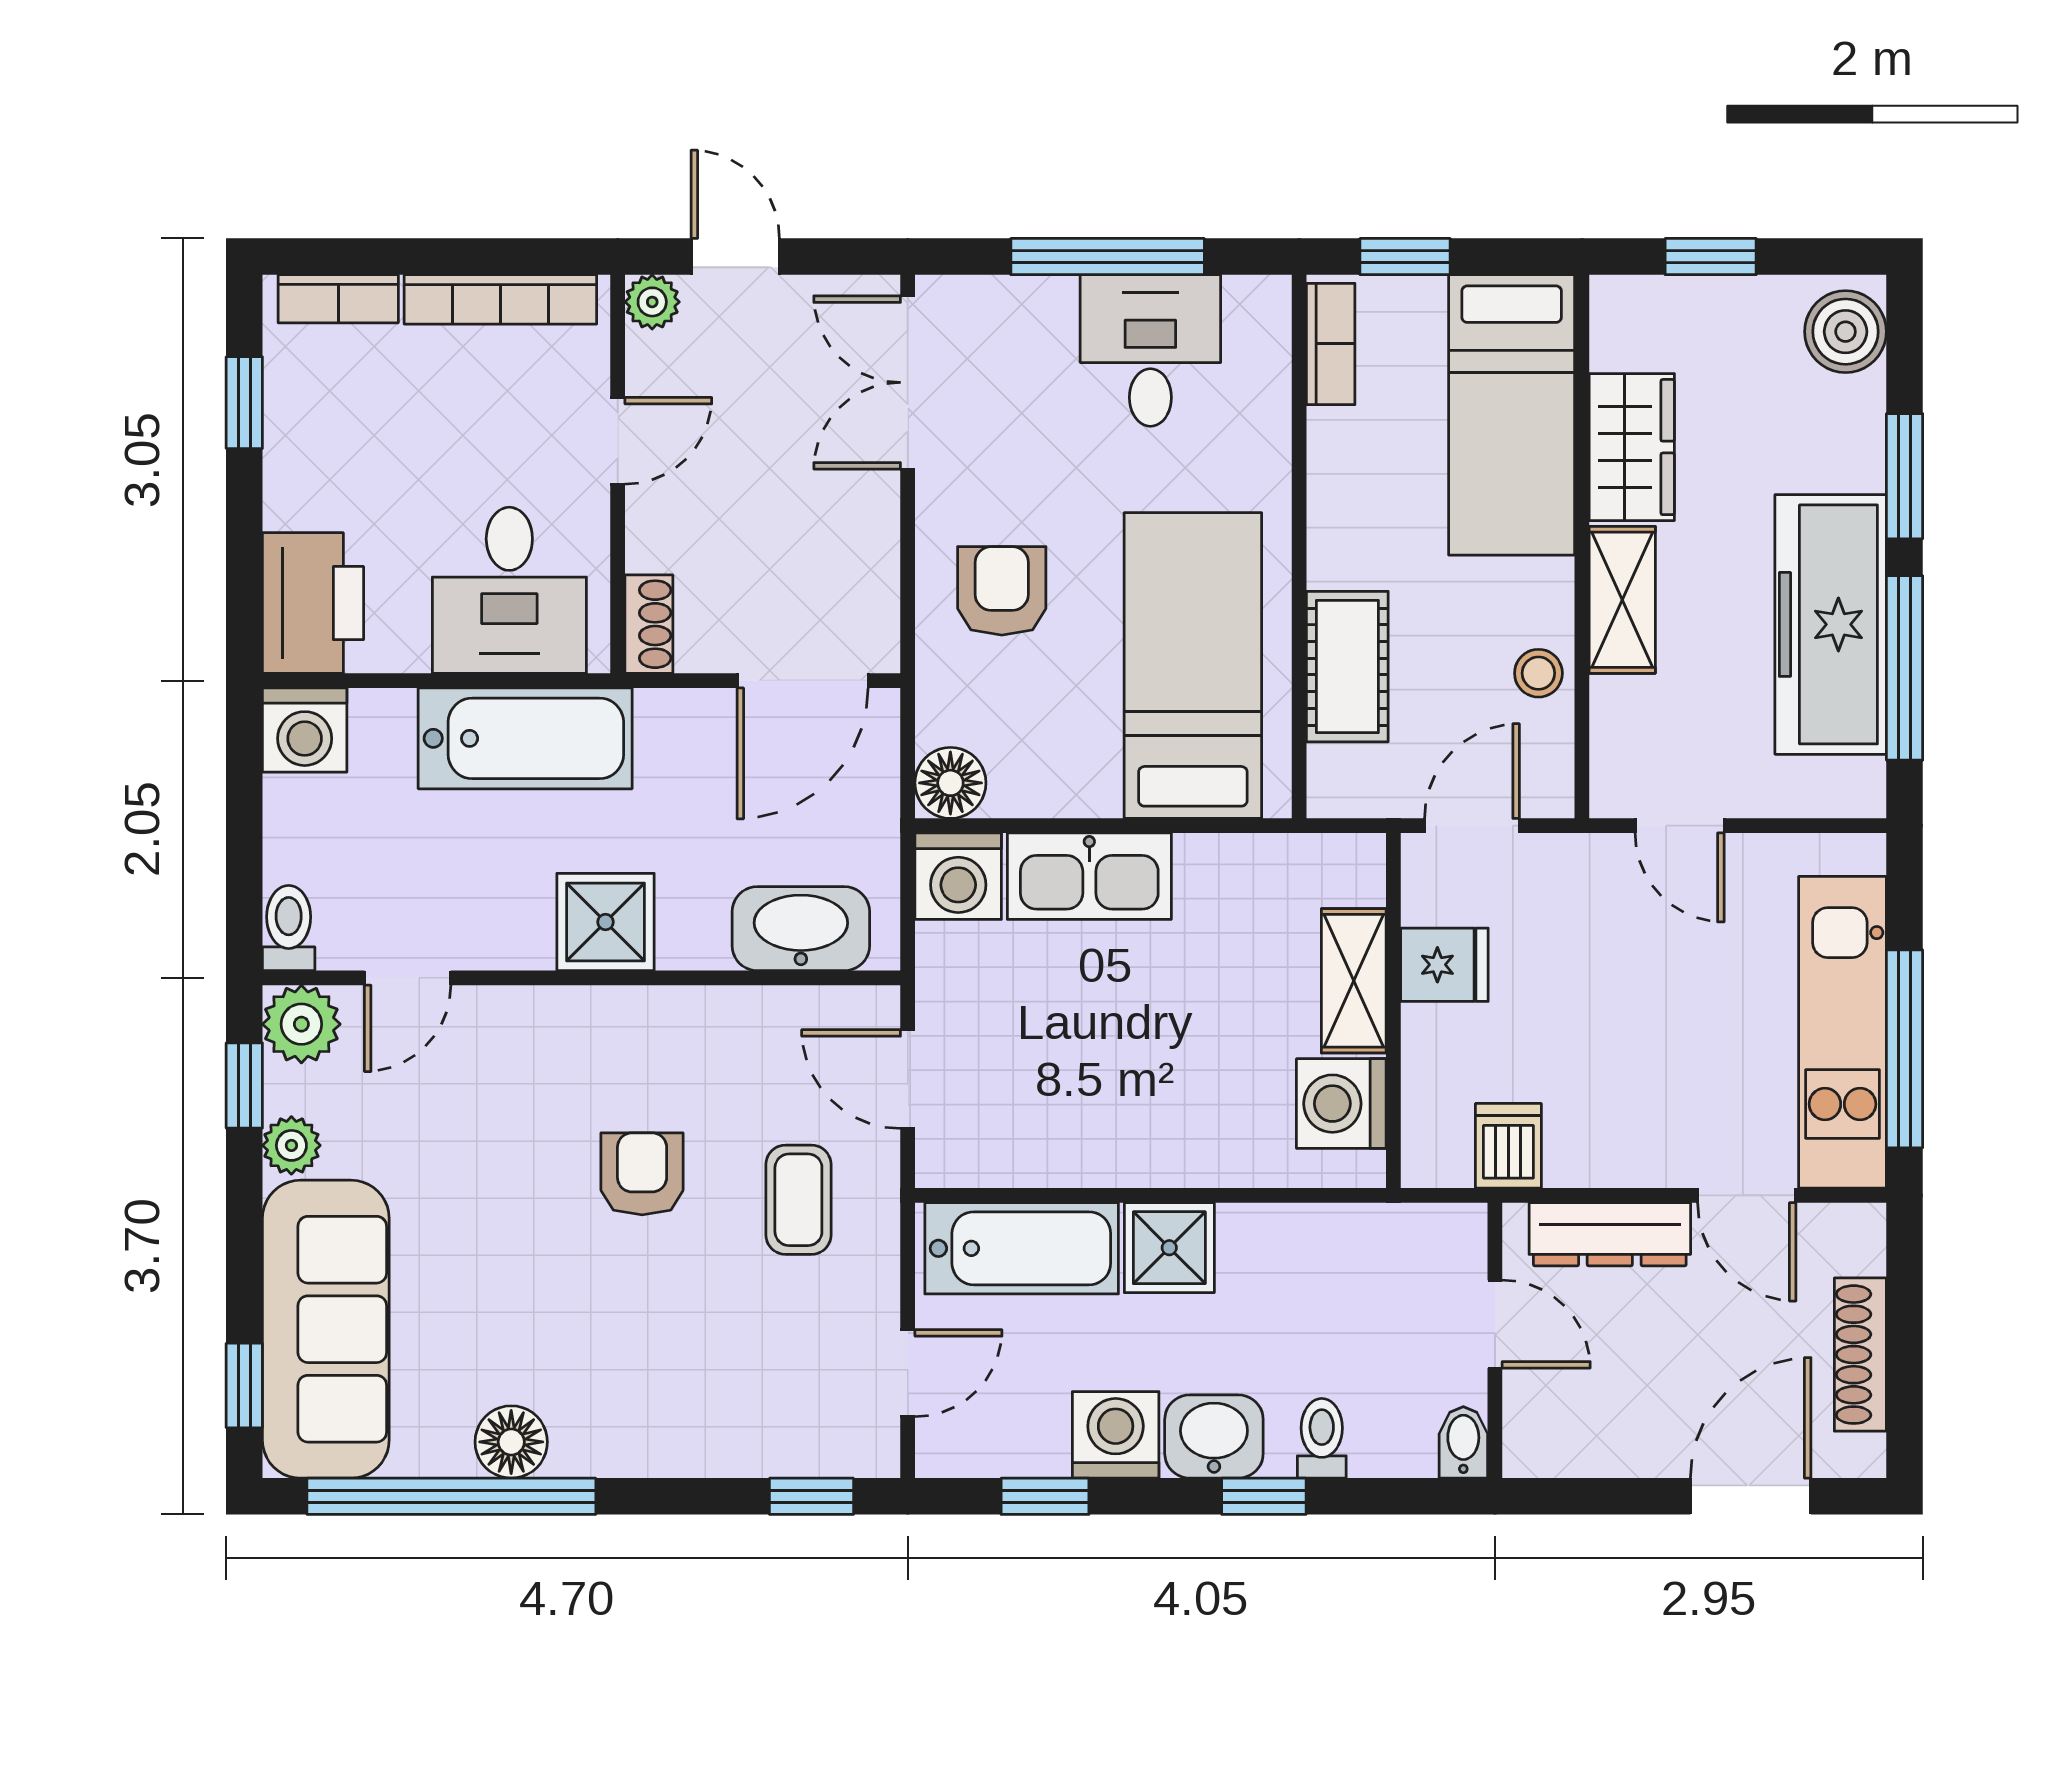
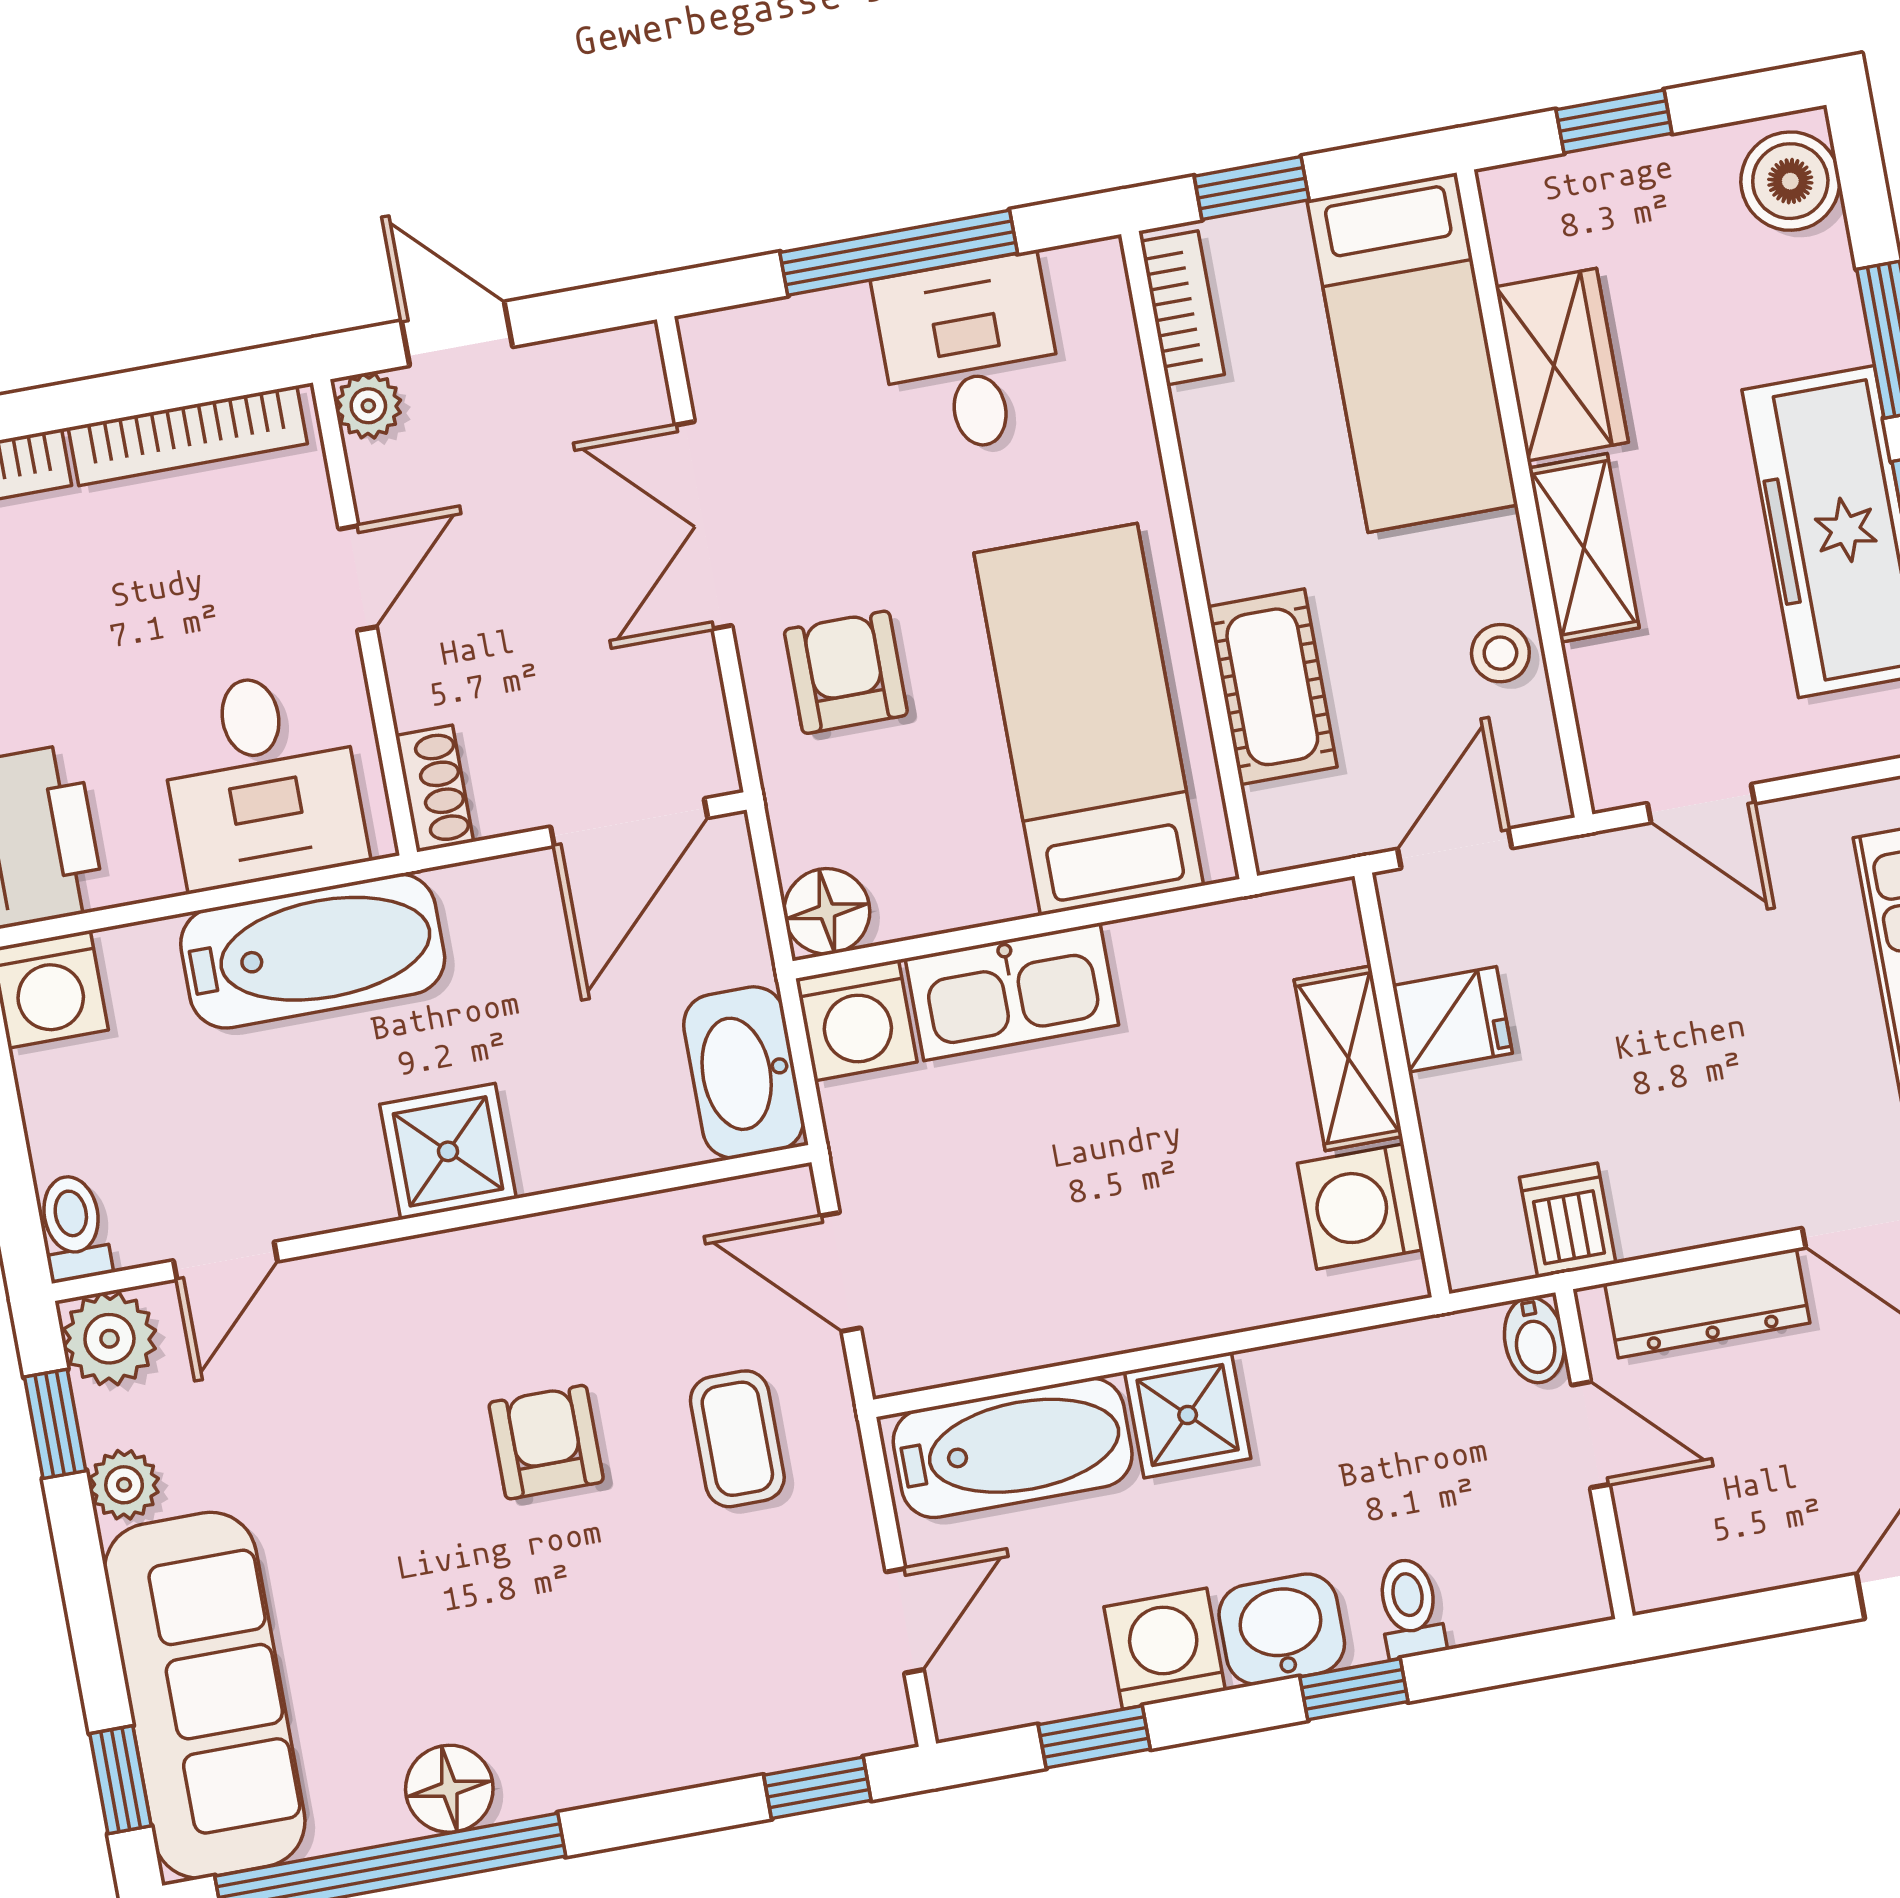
double door: (908, 382) -> (704, 525), moved
washbasin: (801, 929) -> (744, 1072), moved, turned -90
bidet: (1463, 1442) -> (1534, 1340), moved, turned 180

